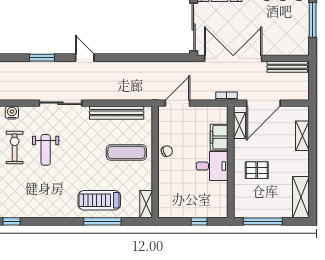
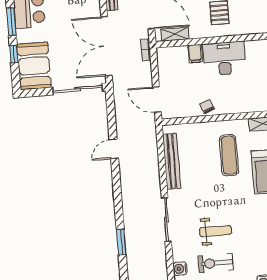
door: (85, 58) -> (114, 149), moved
filing cabinet: (219, 137) -> (195, 53), width x0.50
exercise mat: (126, 152) -> (229, 155), moved
desk: (212, 166) -> (224, 59), width x1.37

